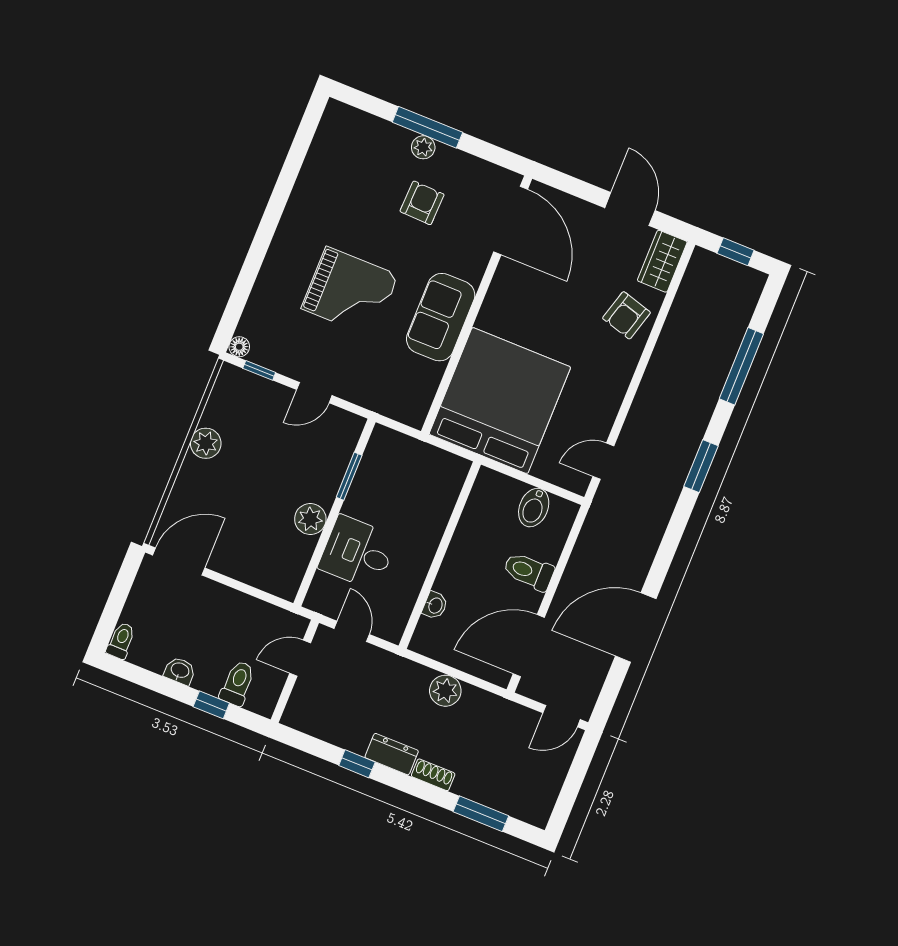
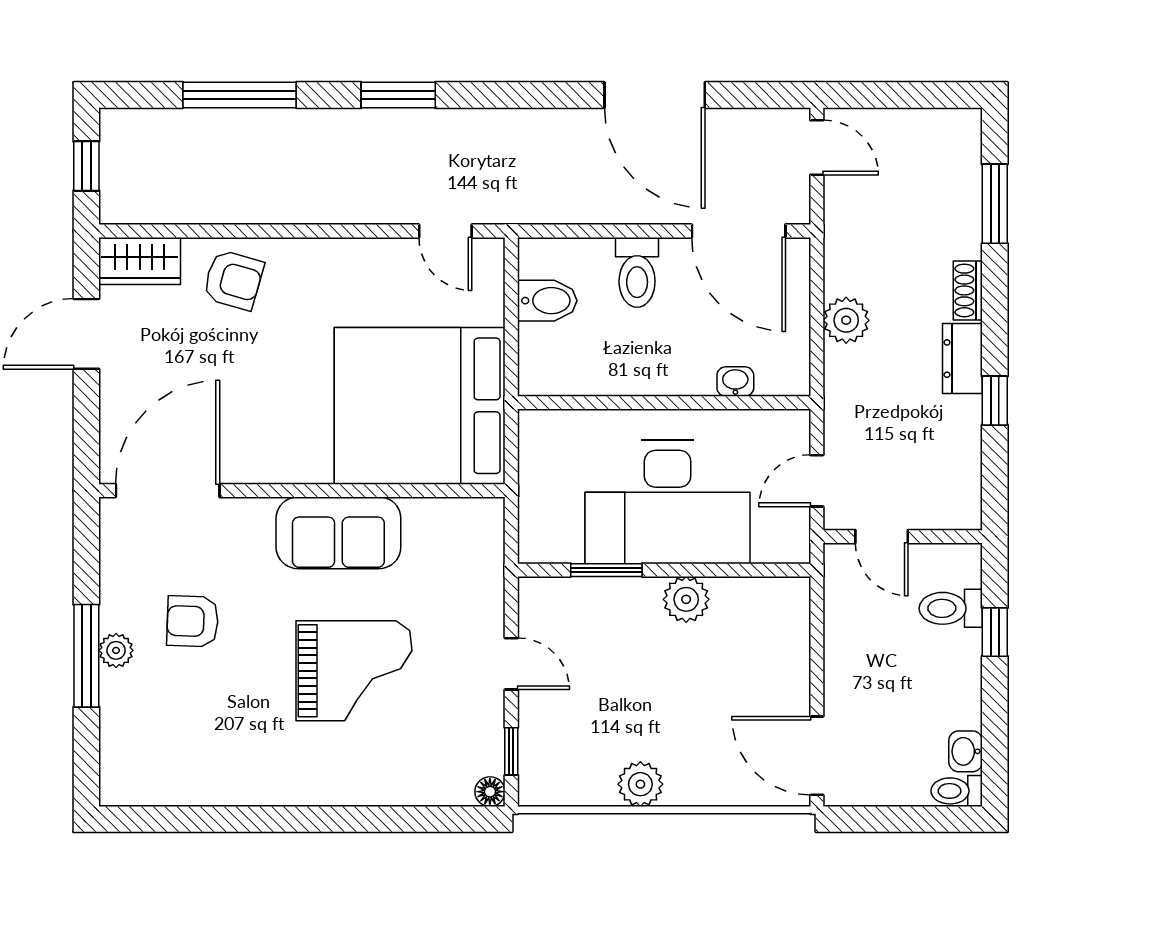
grand piano: (350, 292) -> (354, 671), turned 90
desk: (358, 553) -> (668, 502), width x1.87, depth x1.30
washbasin: (180, 671) -> (966, 751), moved

